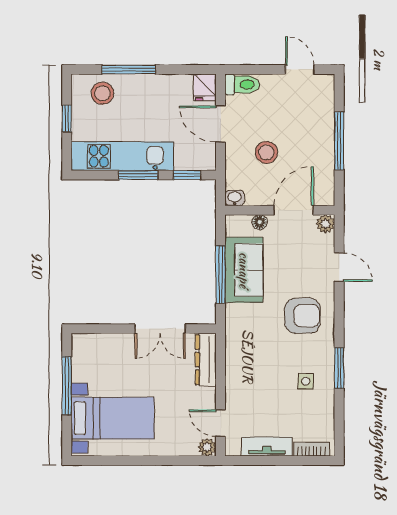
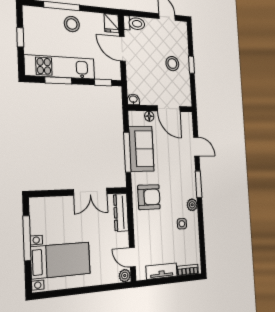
stool: (102, 93) -> (72, 24), moved
window: (339, 141) -> (192, 65), width x0.46
stool: (266, 152) -> (172, 64), moved
window: (138, 175) -> (58, 80), moved
door: (294, 210) -> (169, 109), swing flipped
plant: (326, 224) -> (192, 205), moved
armchair: (303, 316) -> (149, 197), moved
window: (339, 368) -> (199, 184), moved

